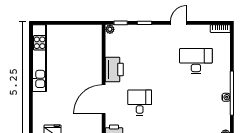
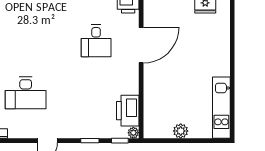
plant: (72, 31) -> (181, 131), added
kitchen unit: (40, 58) -> (221, 108), width x0.73
printer: (114, 70) -> (128, 111), moved

